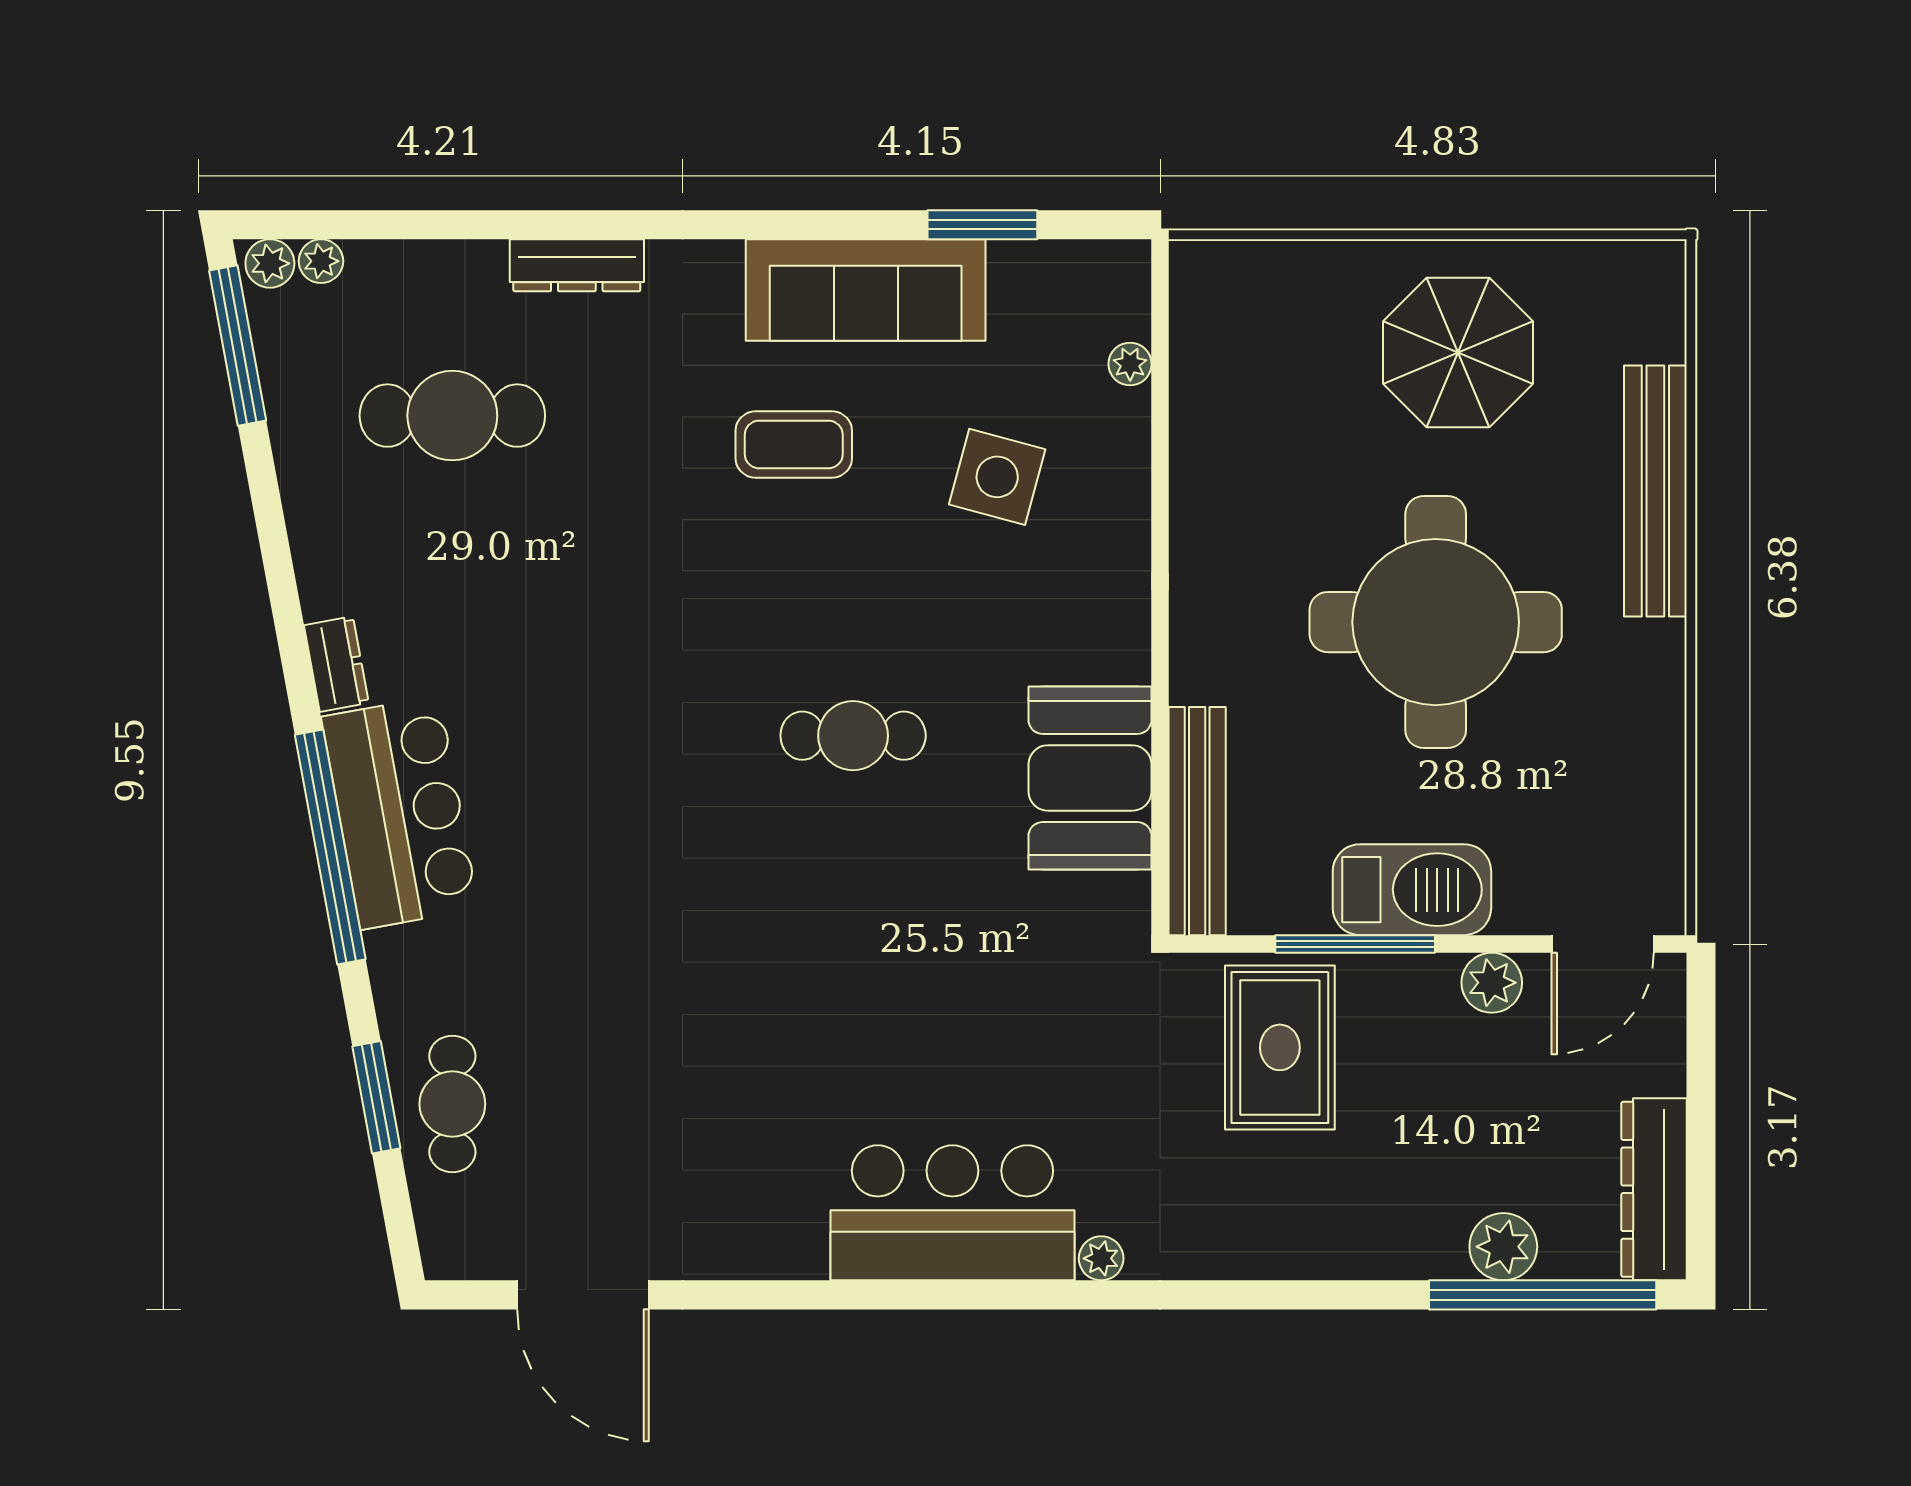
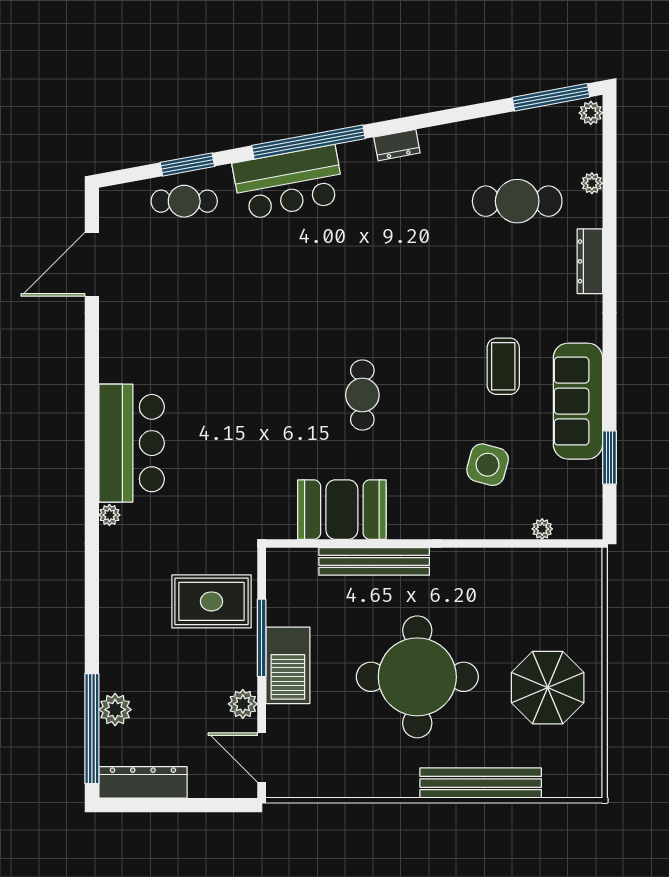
plant: (321, 261) -> (592, 183), moved
cafe table: (452, 416) -> (517, 201), turned 90
bar counter: (400, 813) -> (289, 183), moved
bench: (1197, 821) -> (374, 561), moved

